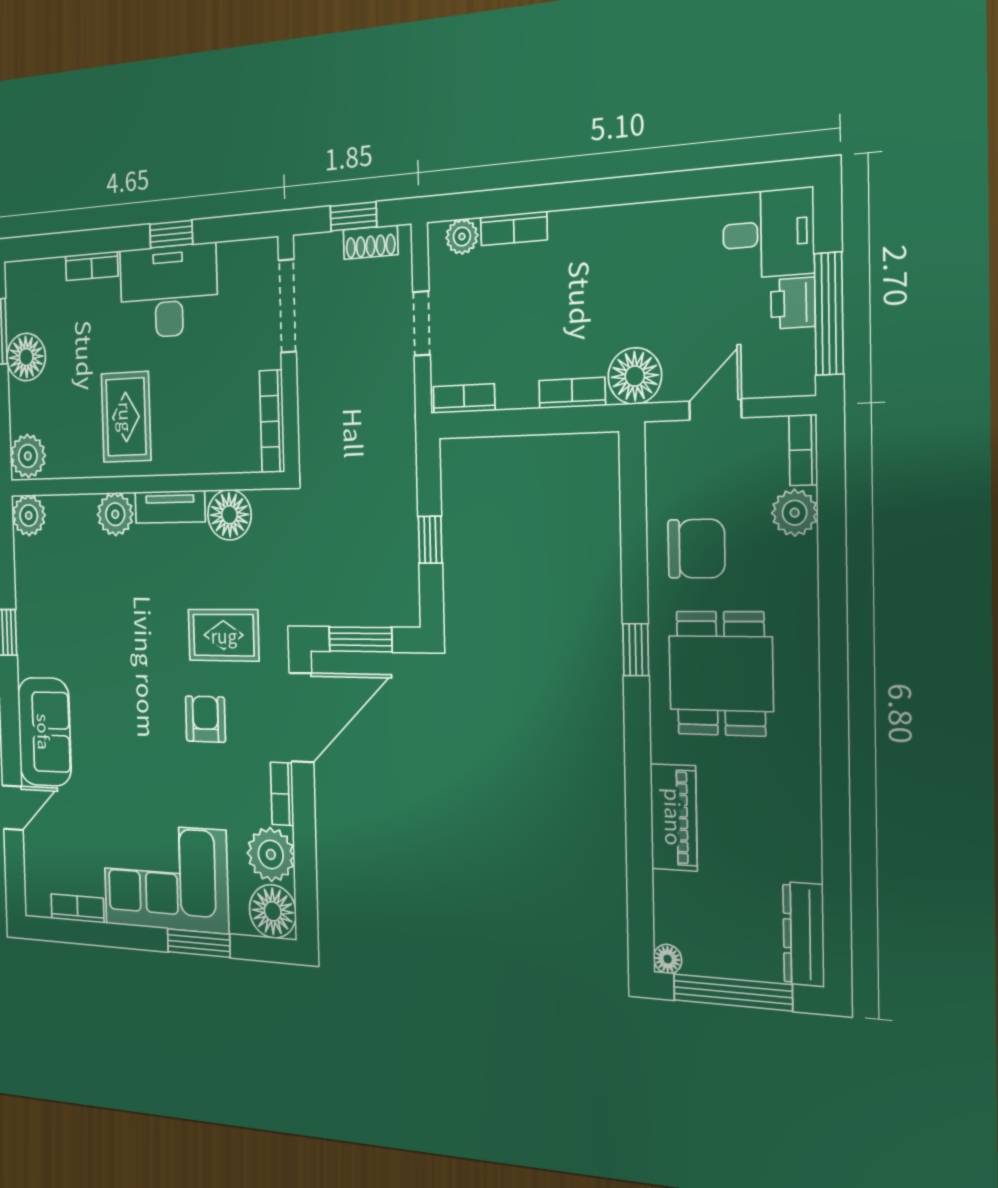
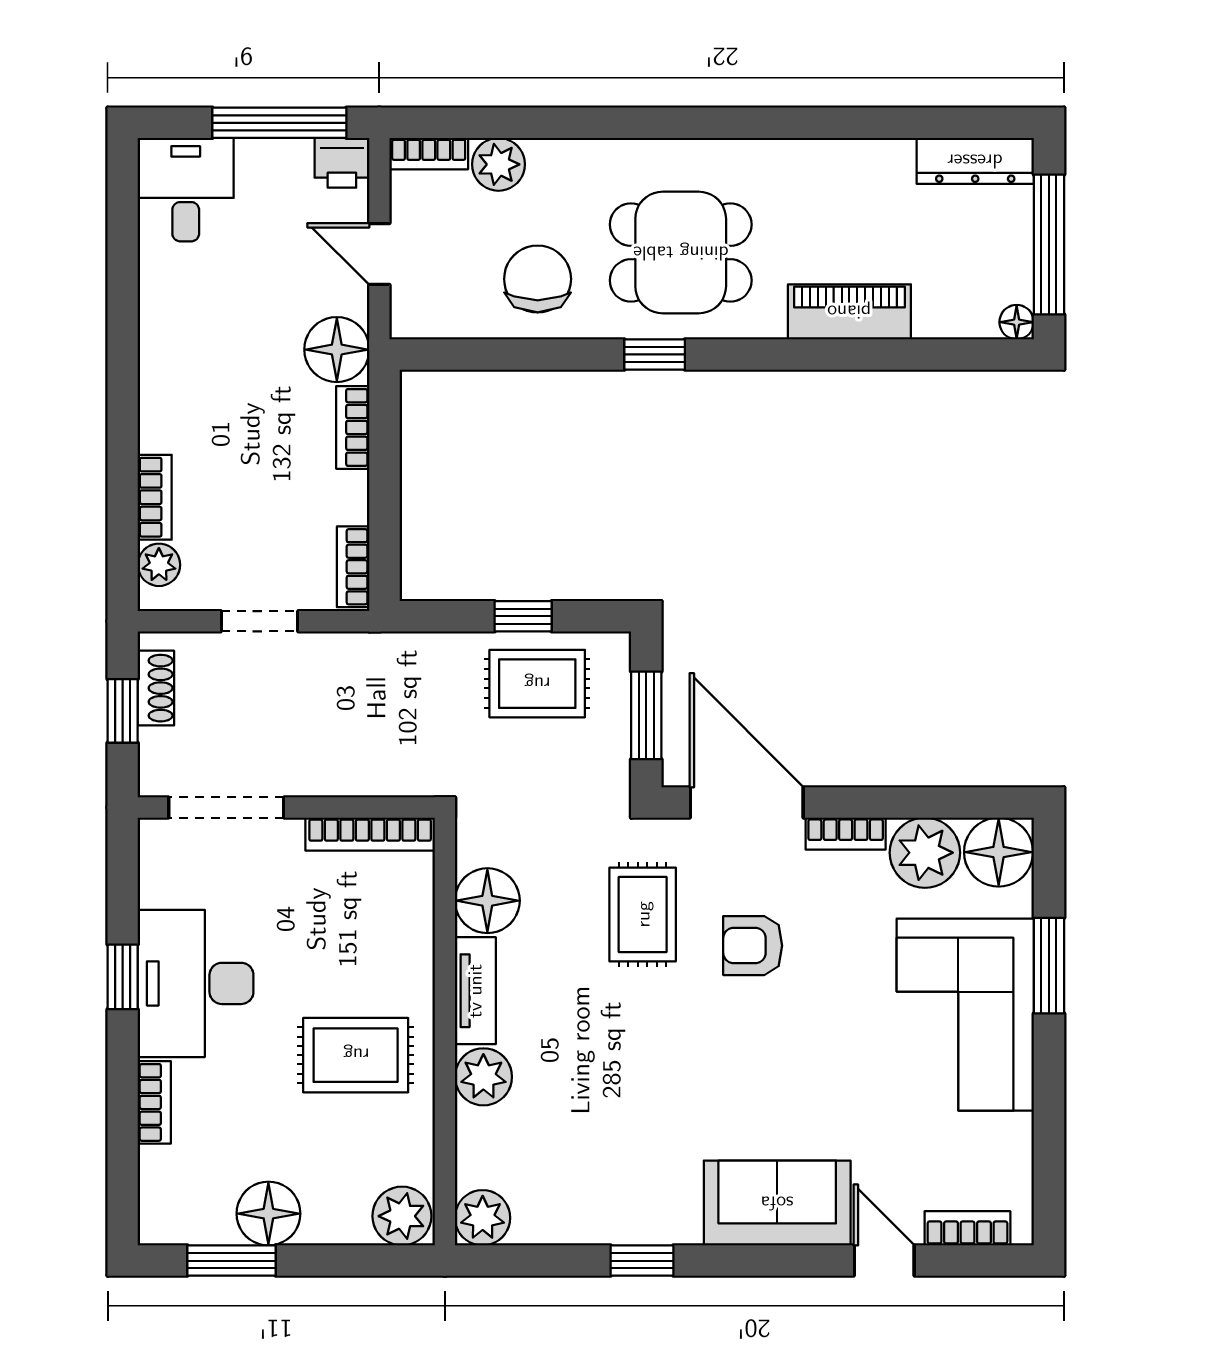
printer: (793, 303) -> (342, 163), moved
rug: (381, 552) -> (537, 684), added
bookcase: (77, 908) -> (967, 1228), moved, turned 90

